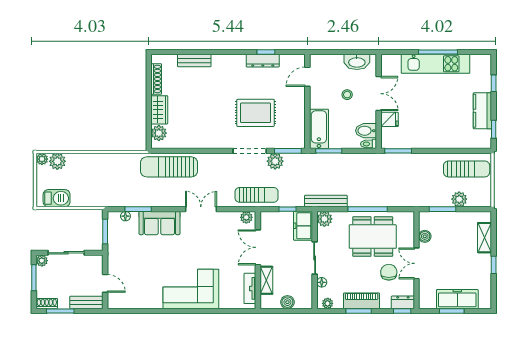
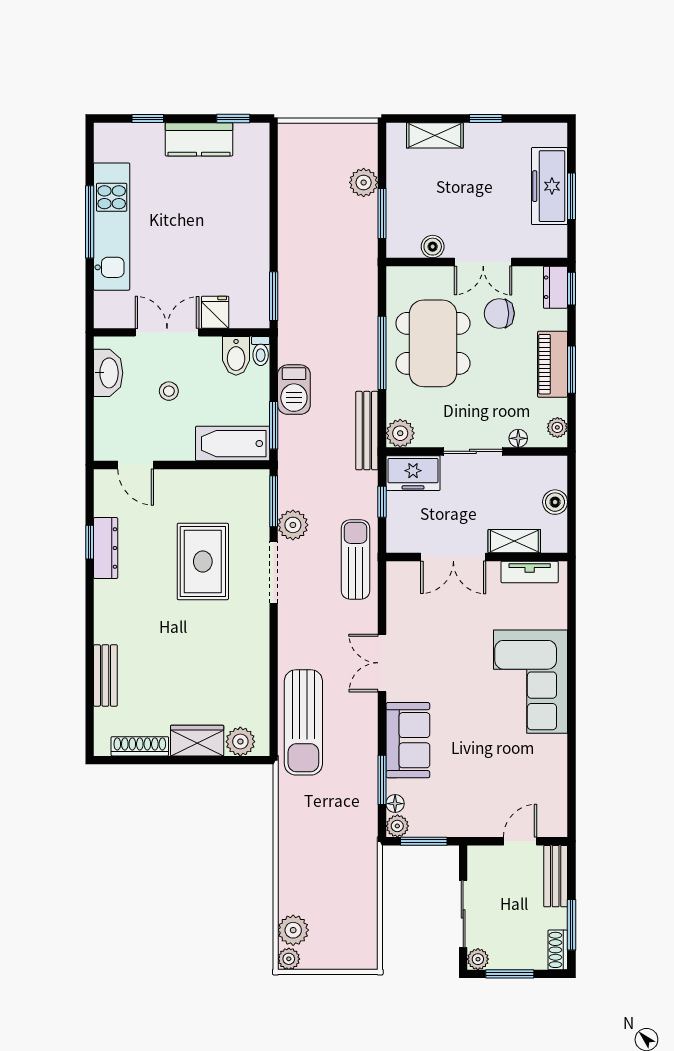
sun lounger: (467, 169) -> (307, 169), removed
barbecue: (57, 198) -> (294, 390), moved, turned 180
plant: (246, 217) -> (397, 826), moved

